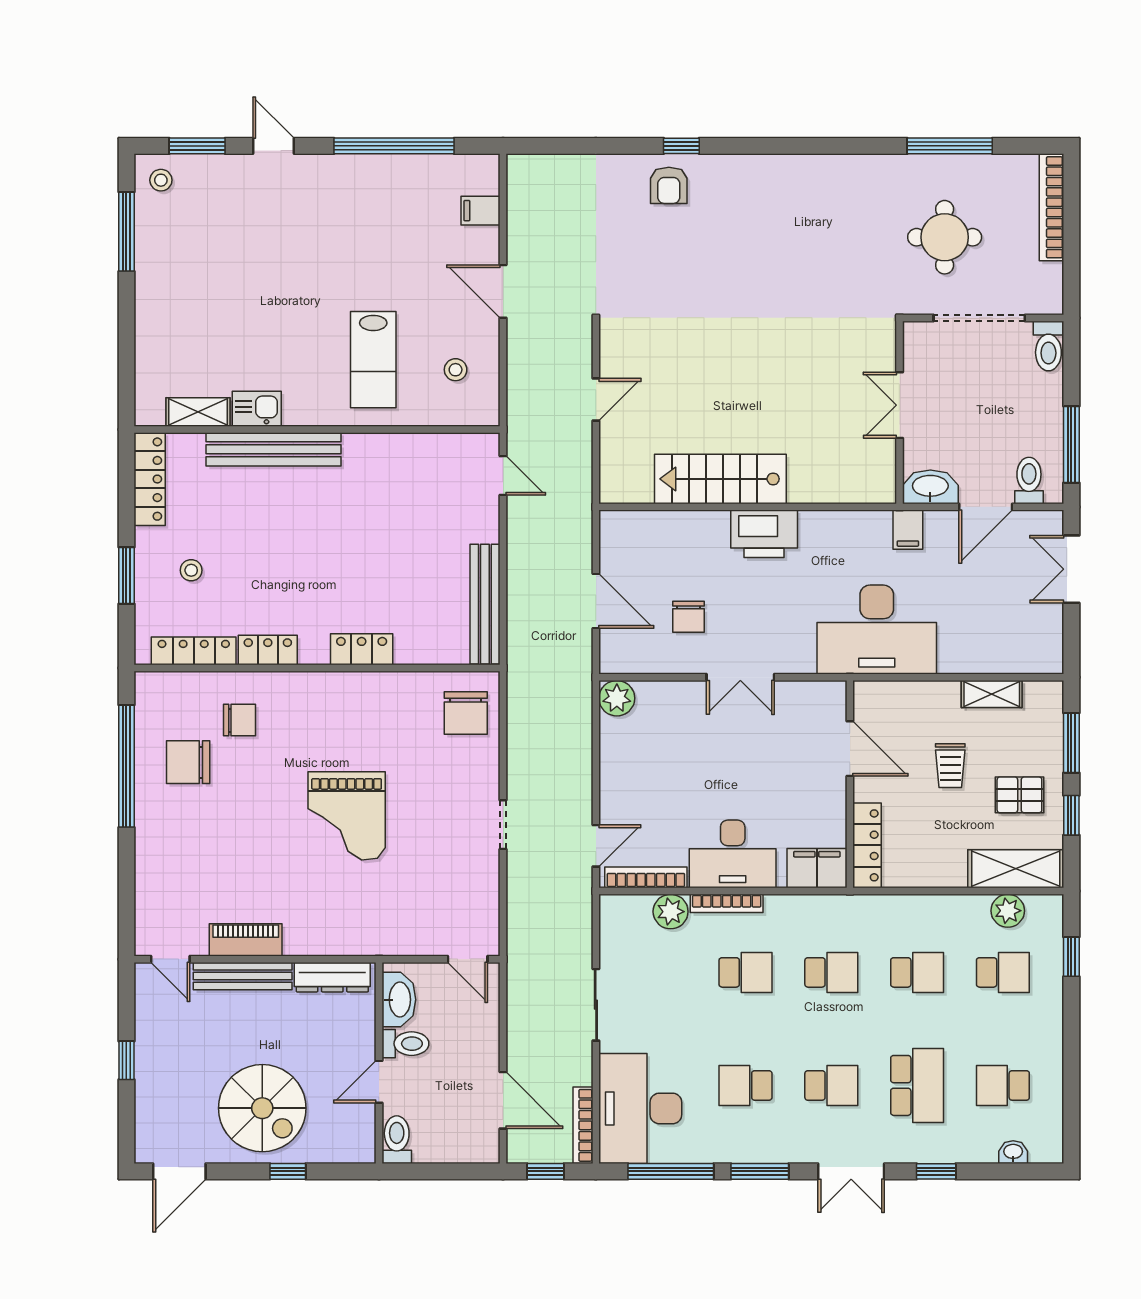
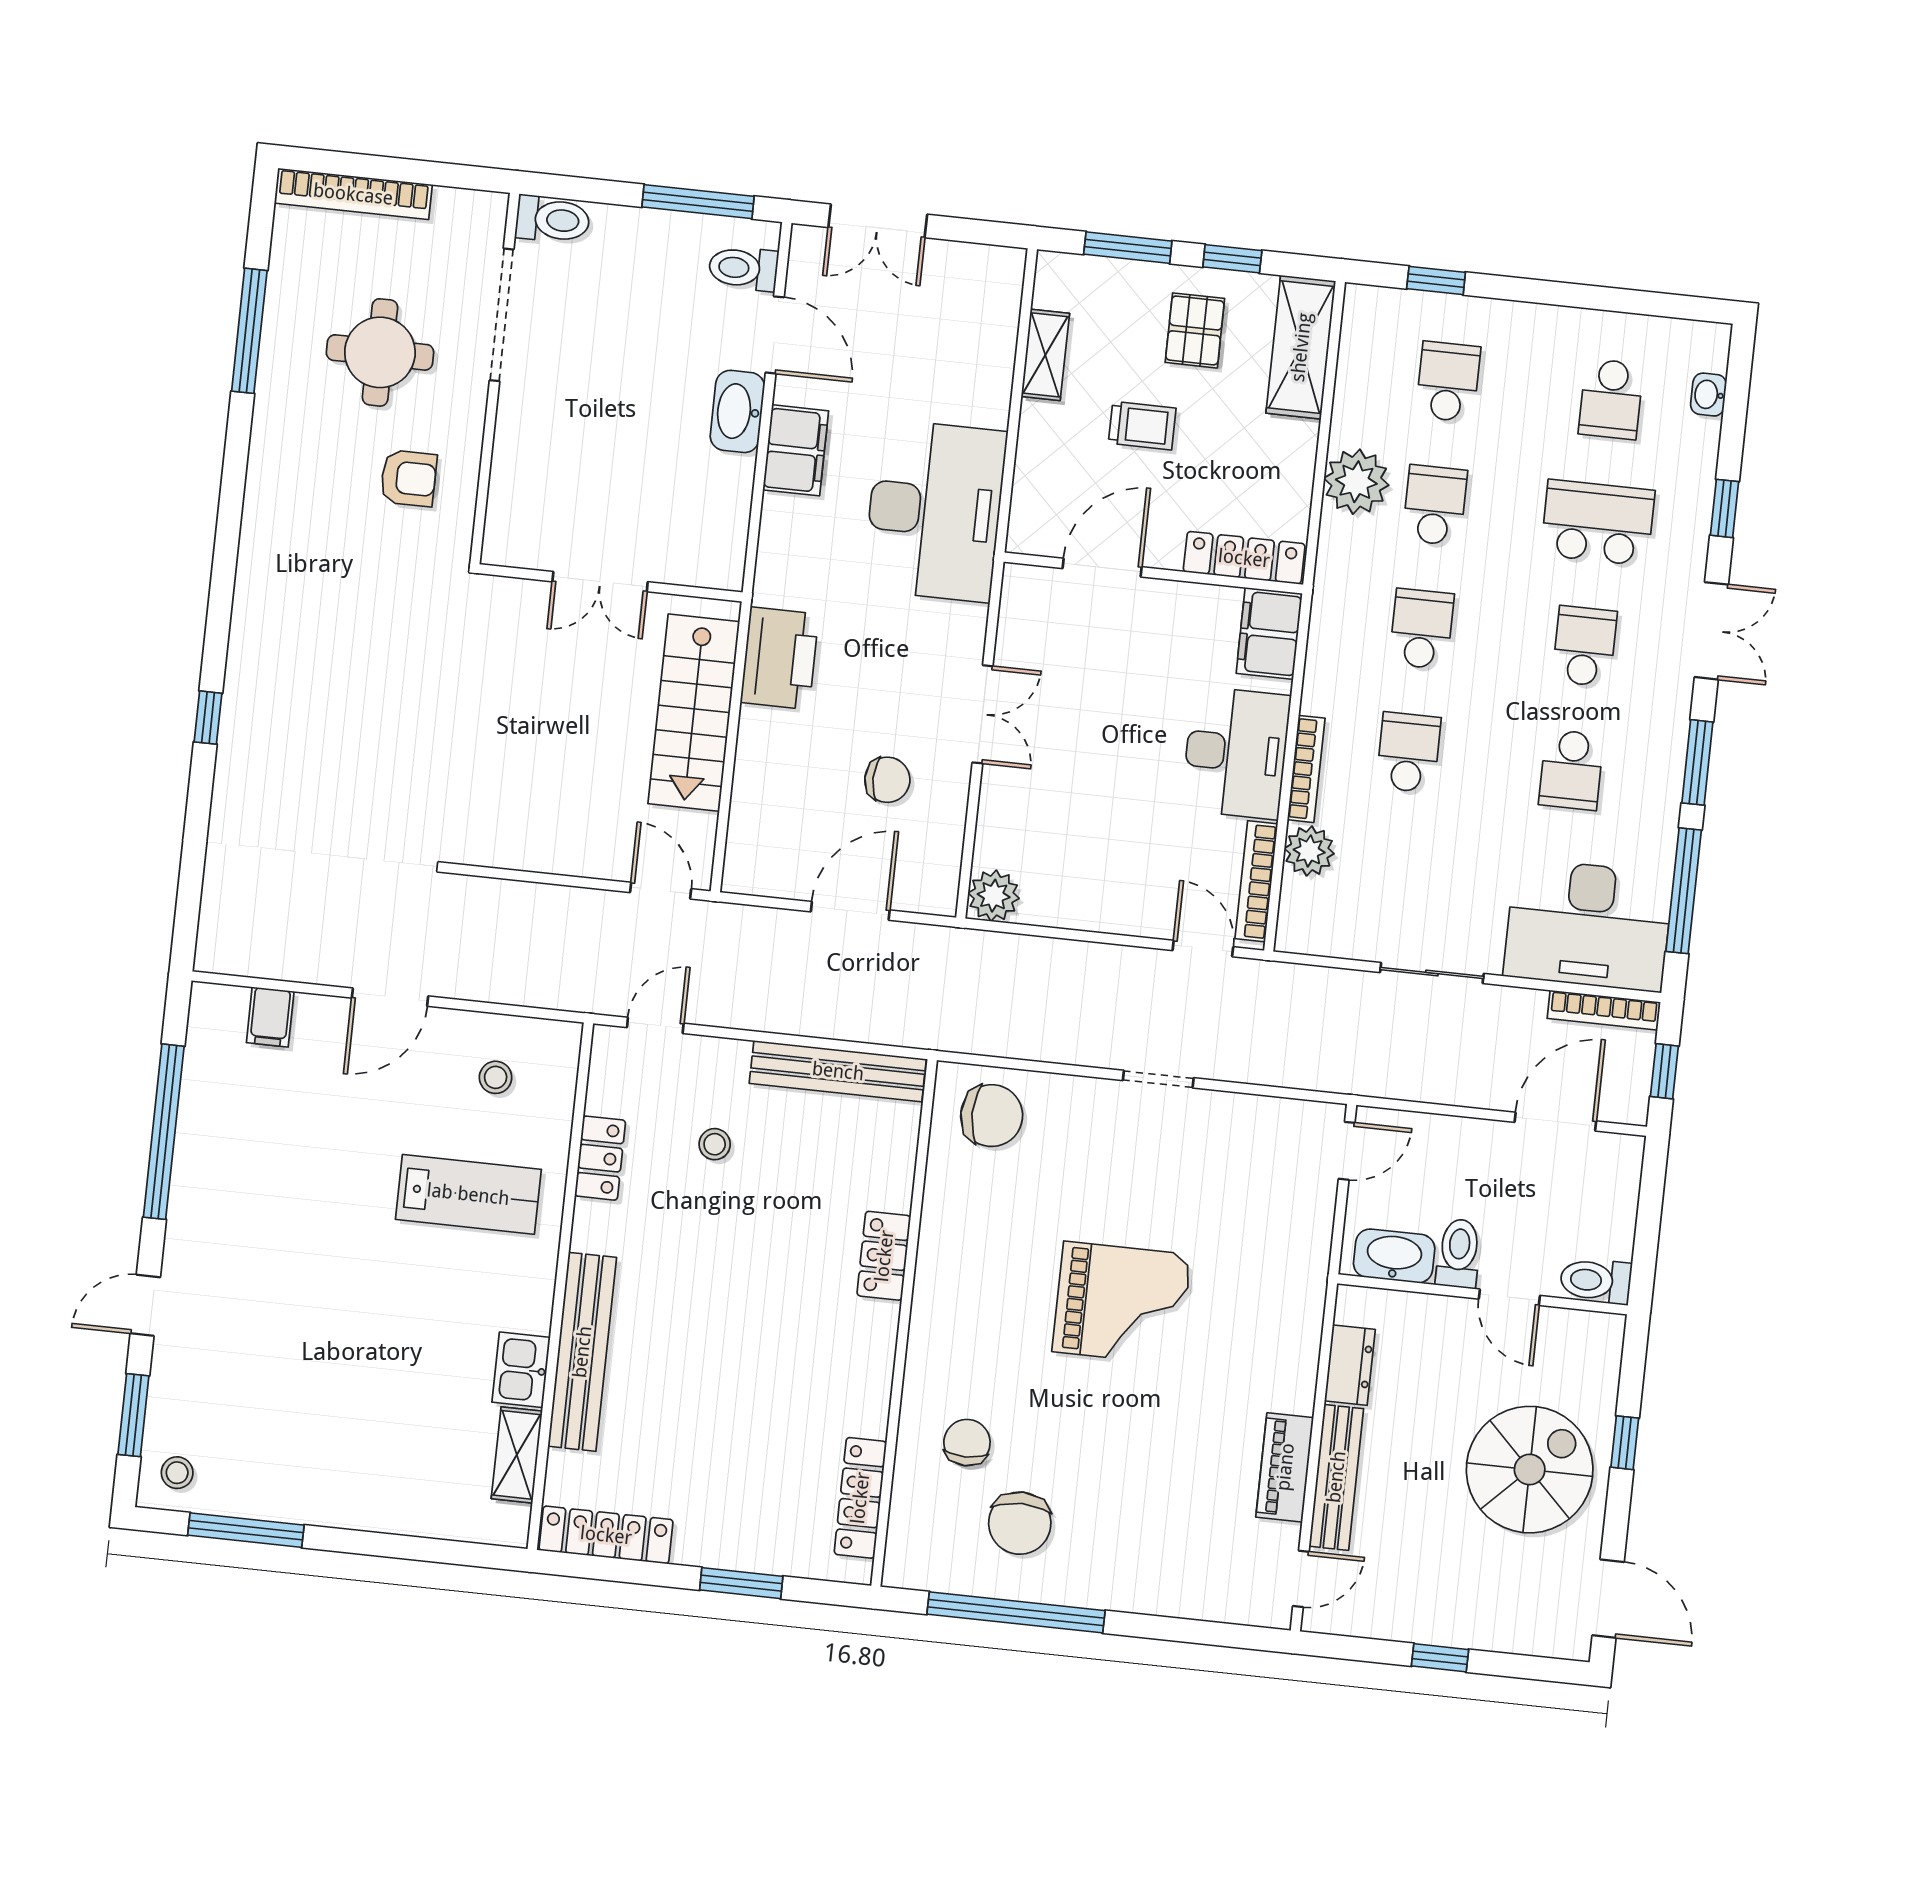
armchair: (669, 185) -> (409, 478), moved
door: (596, 400) -> (661, 891), moved
double door: (899, 405) -> (600, 582), moved
wall: (899, 412) -> (611, 583), moved
filing cabinet: (908, 530) -> (796, 450), width x2.00
stool: (191, 570) -> (715, 1144), moved
locker: (268, 650) -> (600, 1158), moved, turned 180
plant: (1008, 911) -> (1356, 482), moved, width x1.36, depth x1.36
dresser: (332, 977) -> (1350, 1365), width x0.70

